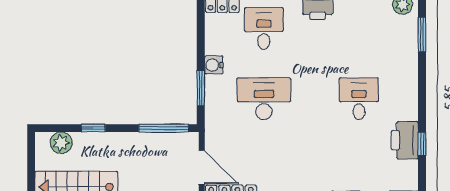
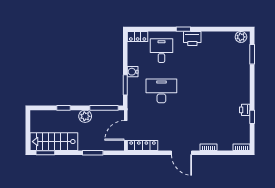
desk: (359, 99) -> (216, 91), removed
printer: (405, 140) -> (245, 110), width x0.53, depth x0.68
plant: (61, 143) -> (85, 116), moved
door: (202, 167) -> (126, 130), swing flipped

